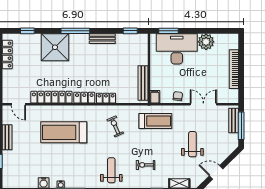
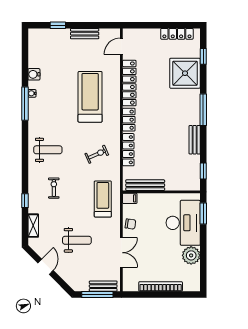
shower: (55, 47) -> (185, 73), moved
locker: (106, 98) -> (128, 150), width x1.53
treadmill: (155, 121) -> (103, 199), turned 180

